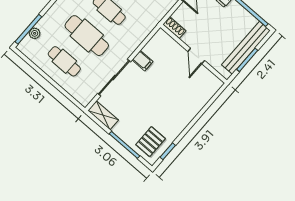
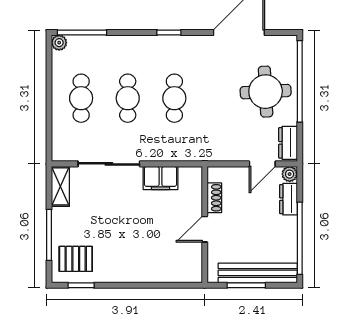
shoe rack: (174, 28) -> (214, 198), moved
plant: (35, 33) -> (59, 43), moved
cafe table: (87, 36) -> (128, 98), width x0.73, depth x0.74
filing cabinet: (142, 61) -> (161, 178), width x2.00

